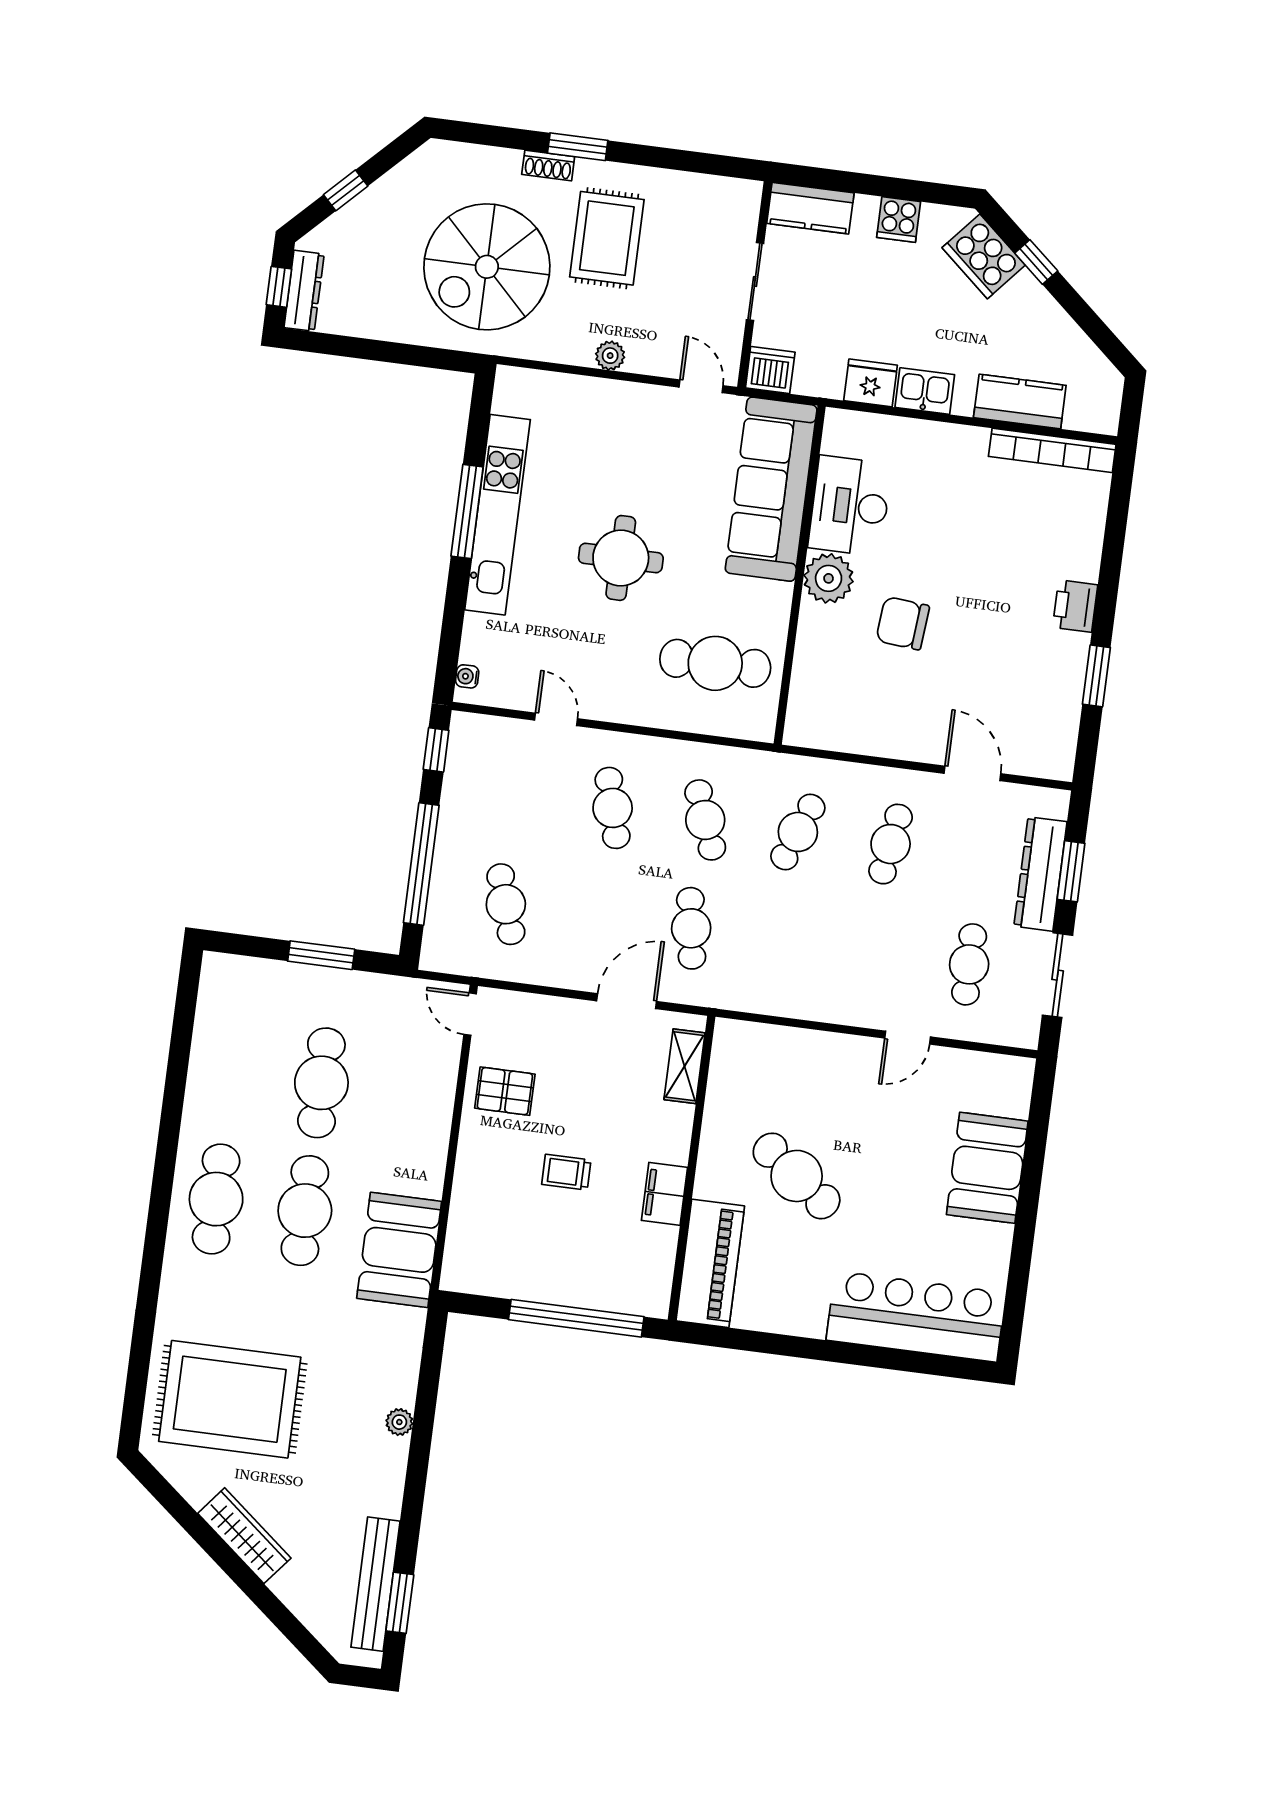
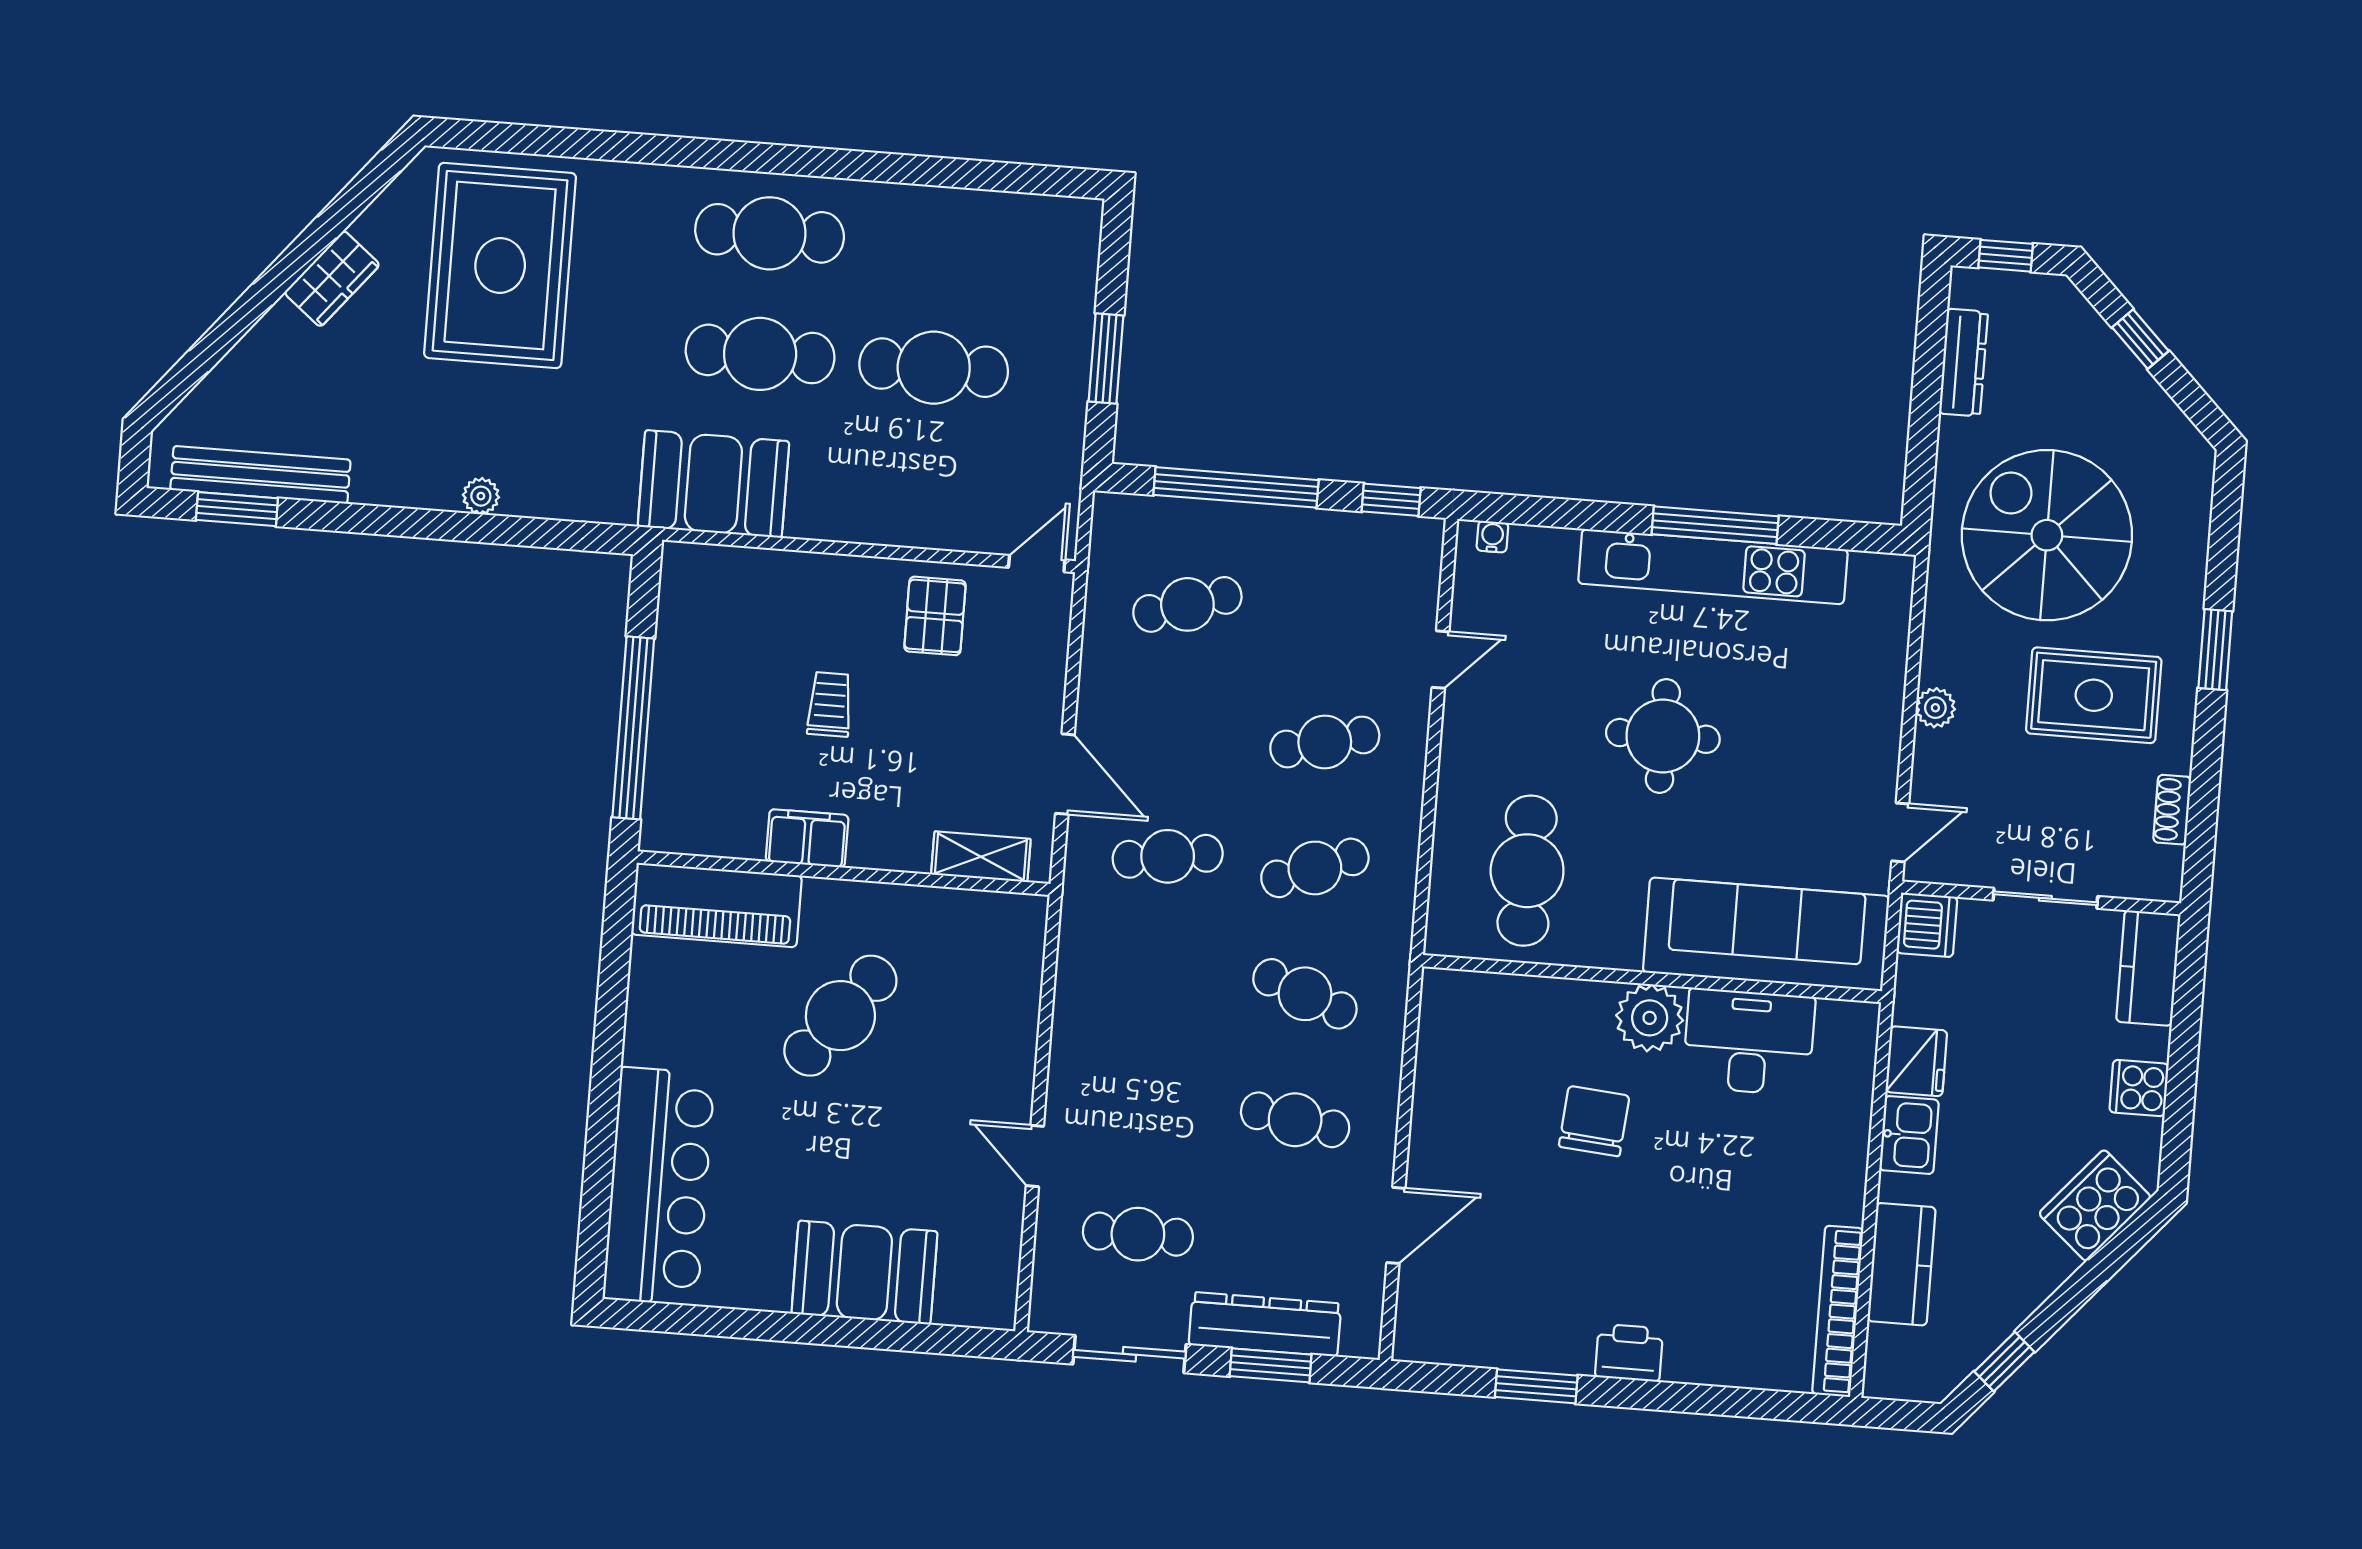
shoe rack: (548, 166) -> (2172, 810), moved
window: (1036, 262) -> (2004, 1362), moved
dresser: (304, 291) -> (1963, 363), moved, turned -90
wardrobe: (244, 1536) -> (332, 279), width x0.67

